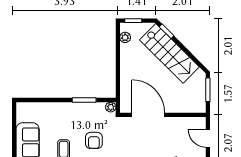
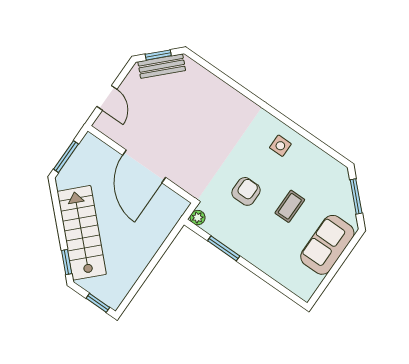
plant: (125, 37) -> (122, 289), removed
door: (148, 115) -> (144, 166), moved

